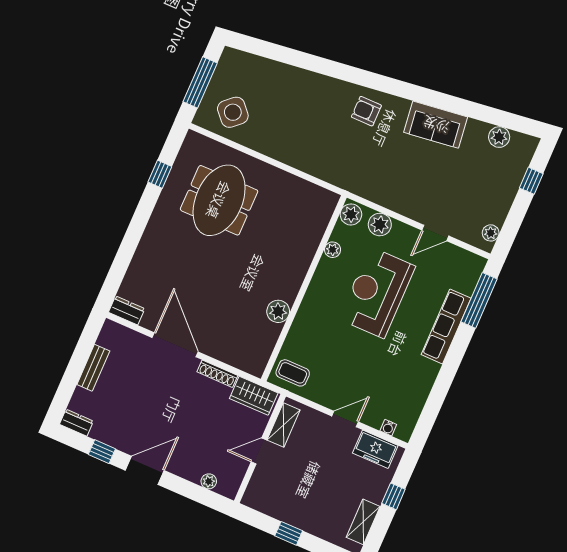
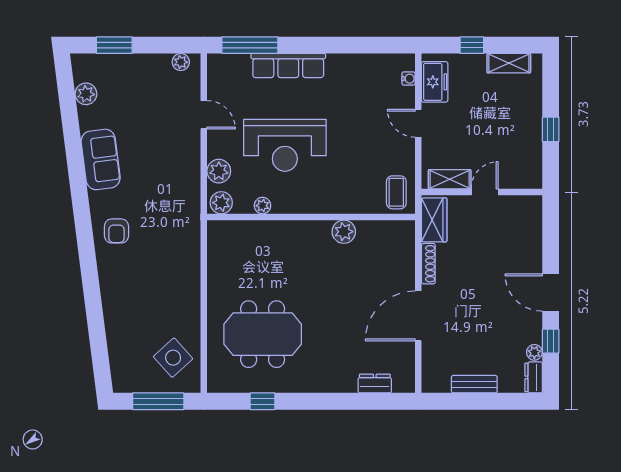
window: (531, 181) -> (114, 45), width x1.50
dresser: (127, 310) -> (375, 384), moved, turned 90
door: (259, 451) -> (485, 192), swing flipped
plant: (209, 481) -> (534, 352), moved

